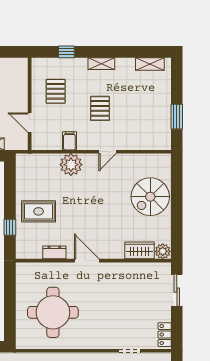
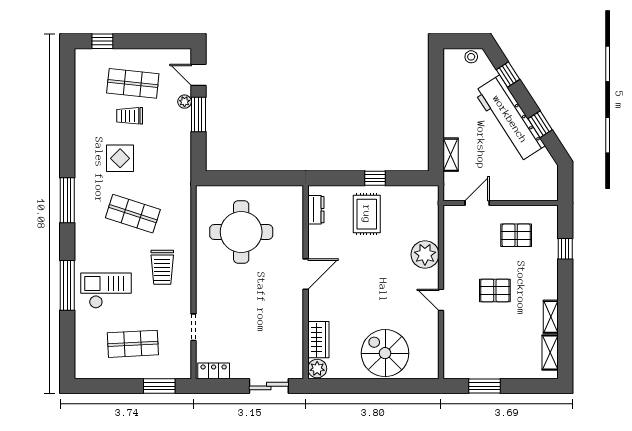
shelving: (101, 64) -> (551, 317), moved
filing cabinet: (69, 141) -> (454, 253), removed
window: (10, 227) -> (375, 178), moved
dresser: (54, 252) -> (316, 210), moved

